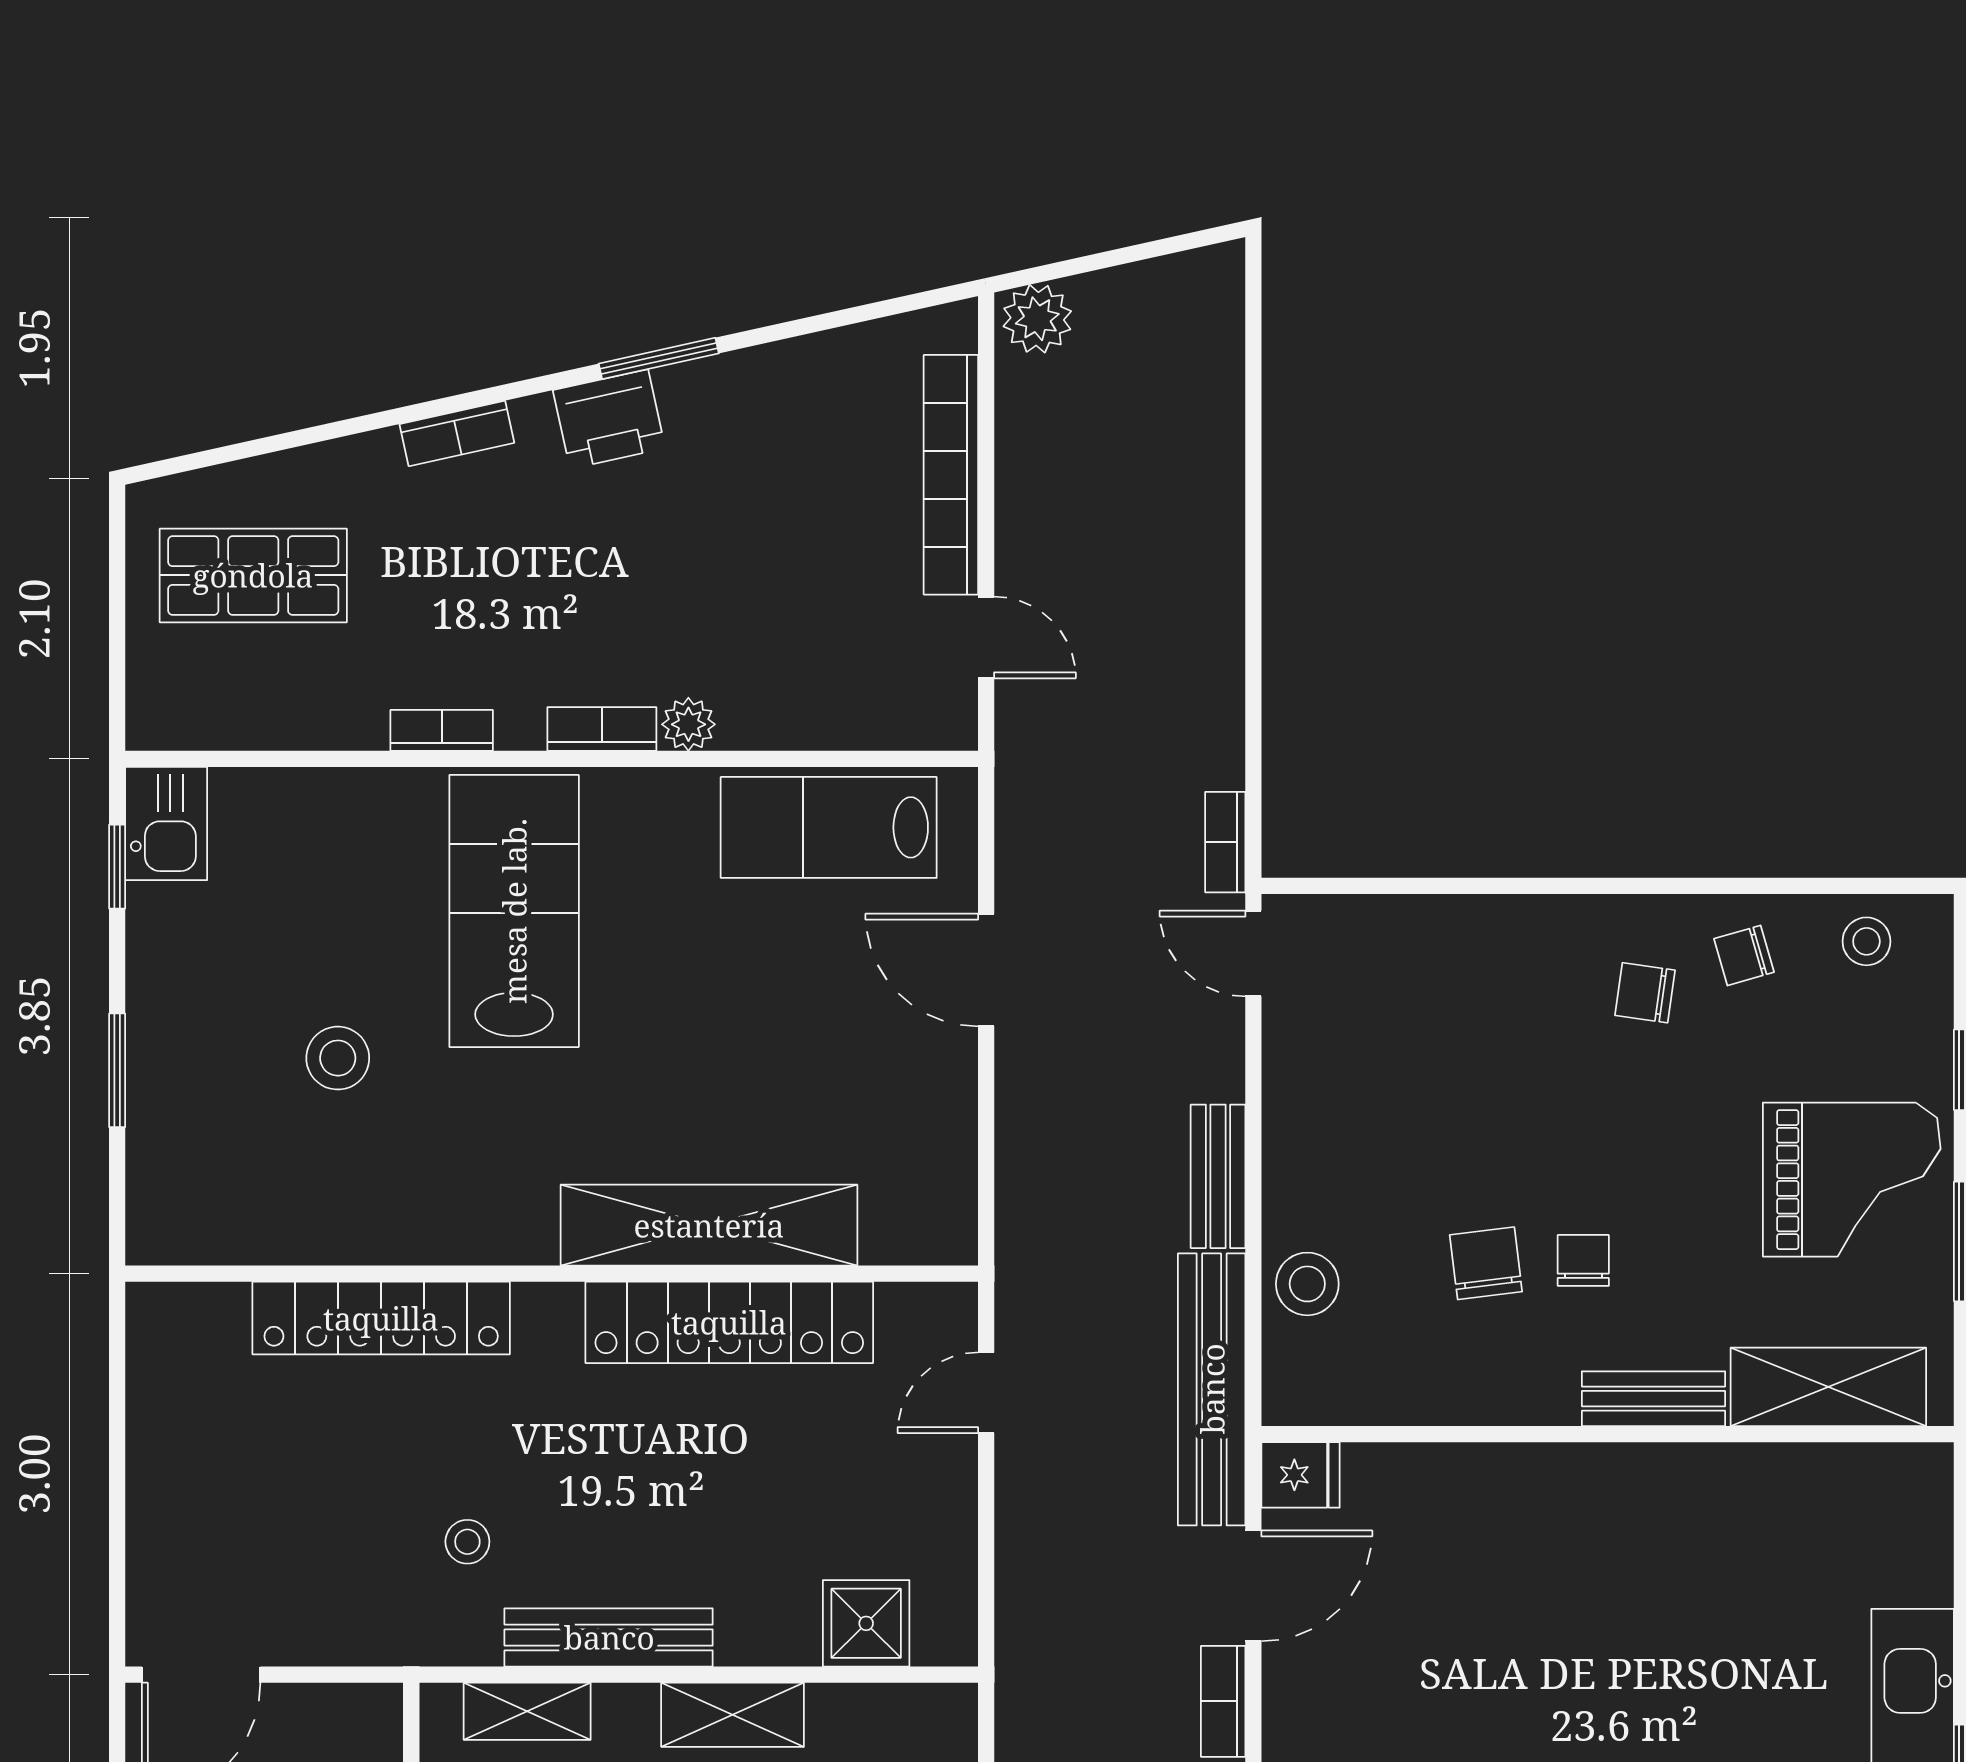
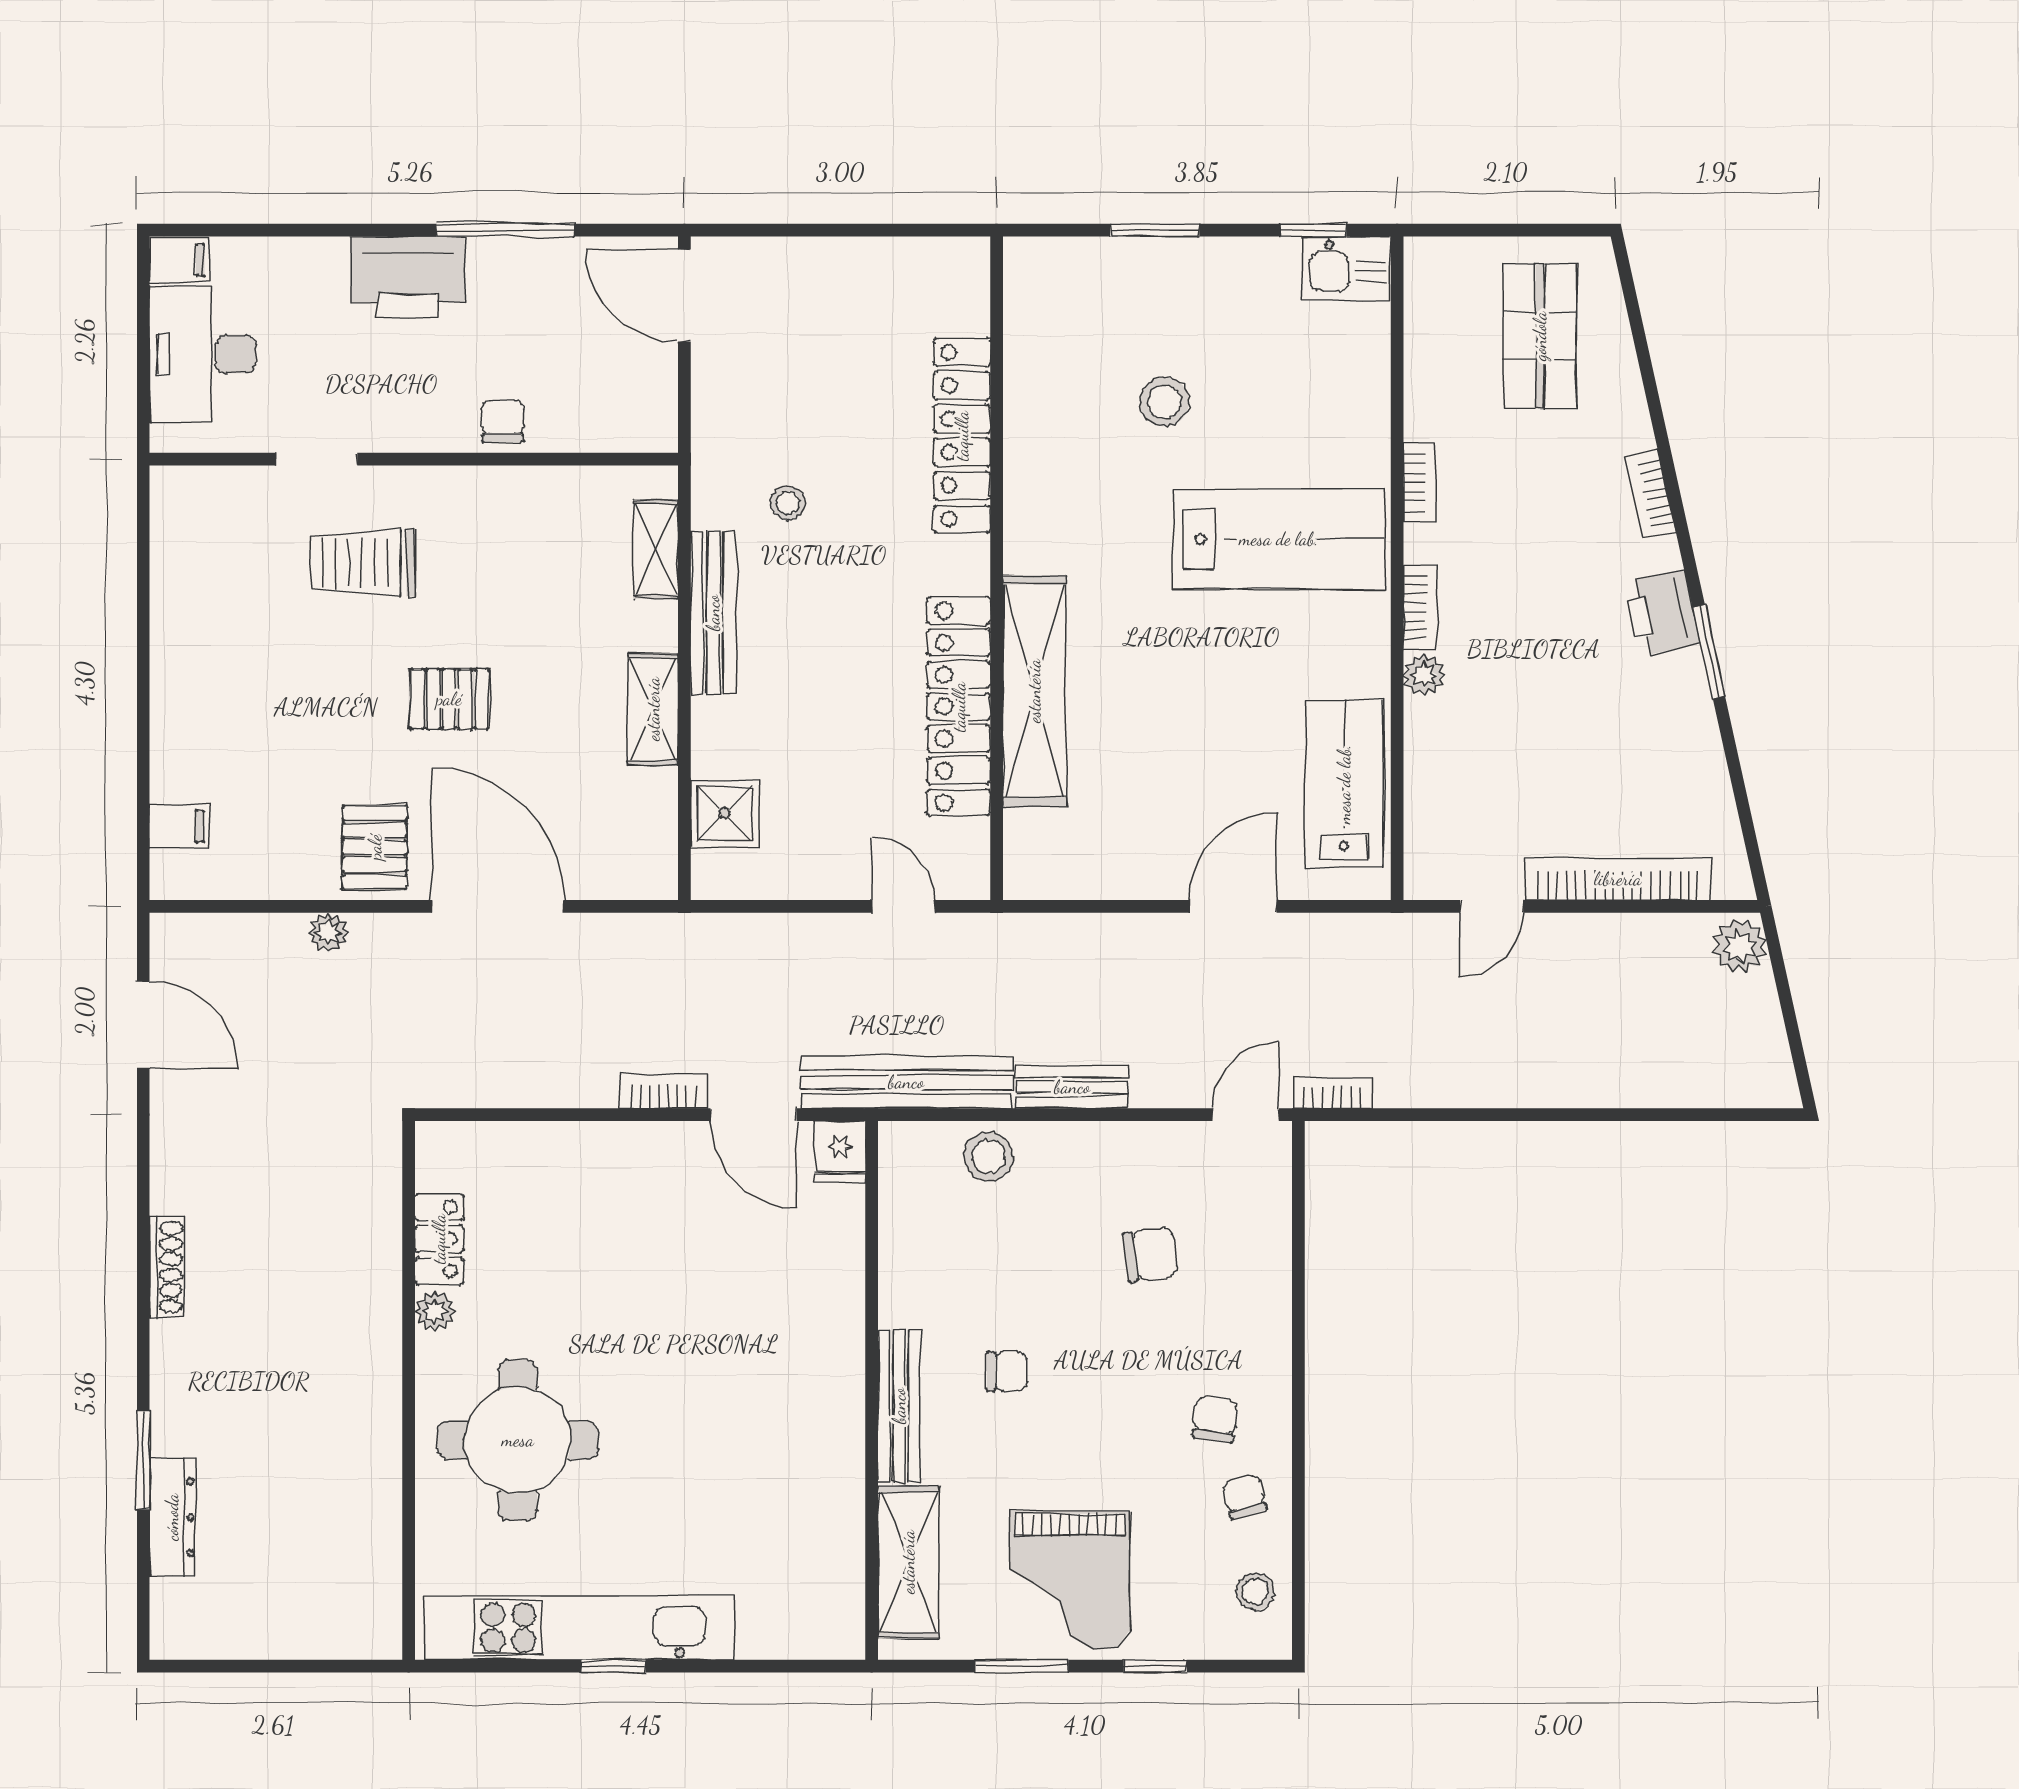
chair: (1486, 1263) -> (1150, 1255), moved
bench: (1654, 1399) -> (899, 1406), width x1.36

